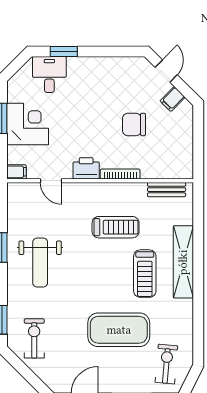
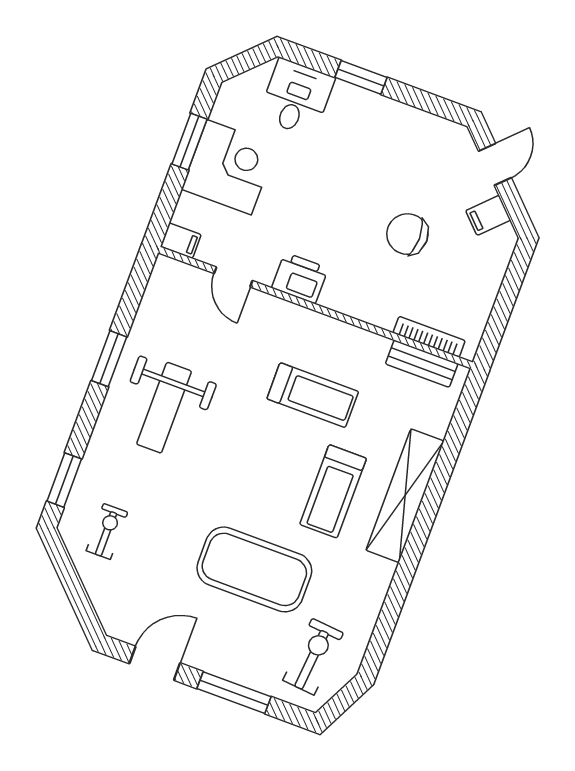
window: (64, 51) -> (361, 77), moved
bookcase: (120, 174) -> (429, 337), moved
exercise bike: (34, 338) -> (107, 531), width x0.73, depth x0.72

